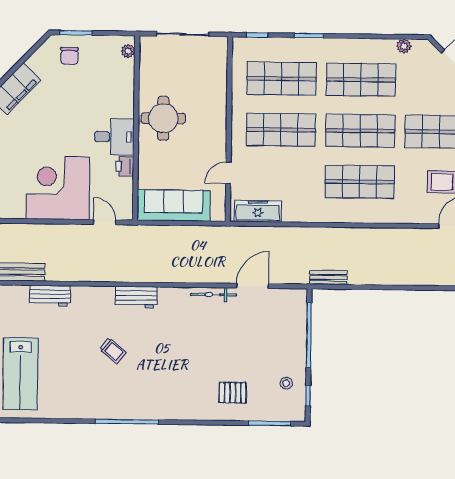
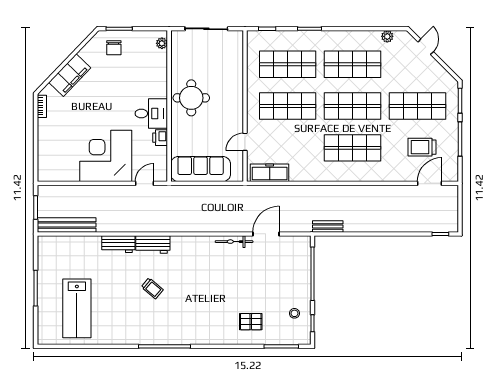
door: (105, 222) -> (144, 183), hinge flipped
workbench: (50, 296) -> (118, 244), moved
workbench: (136, 297) -> (153, 244), moved

